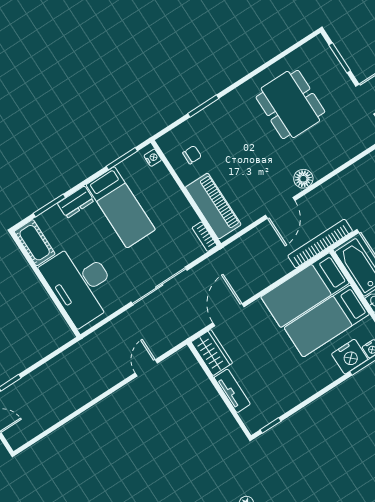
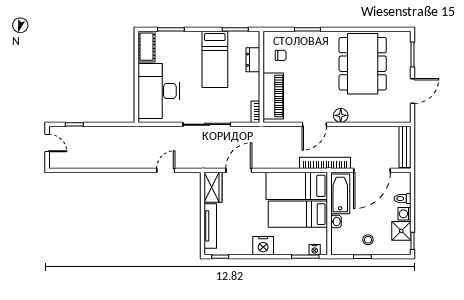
dining table: (290, 104) -> (363, 64), width x1.36, depth x1.24
nightstand: (153, 158) -> (255, 41), removed
dresser: (76, 202) -> (253, 60), moved, turned 90
nightstand: (350, 357) -> (263, 246), moved
tv unit: (232, 391) -> (210, 226), width x1.41

